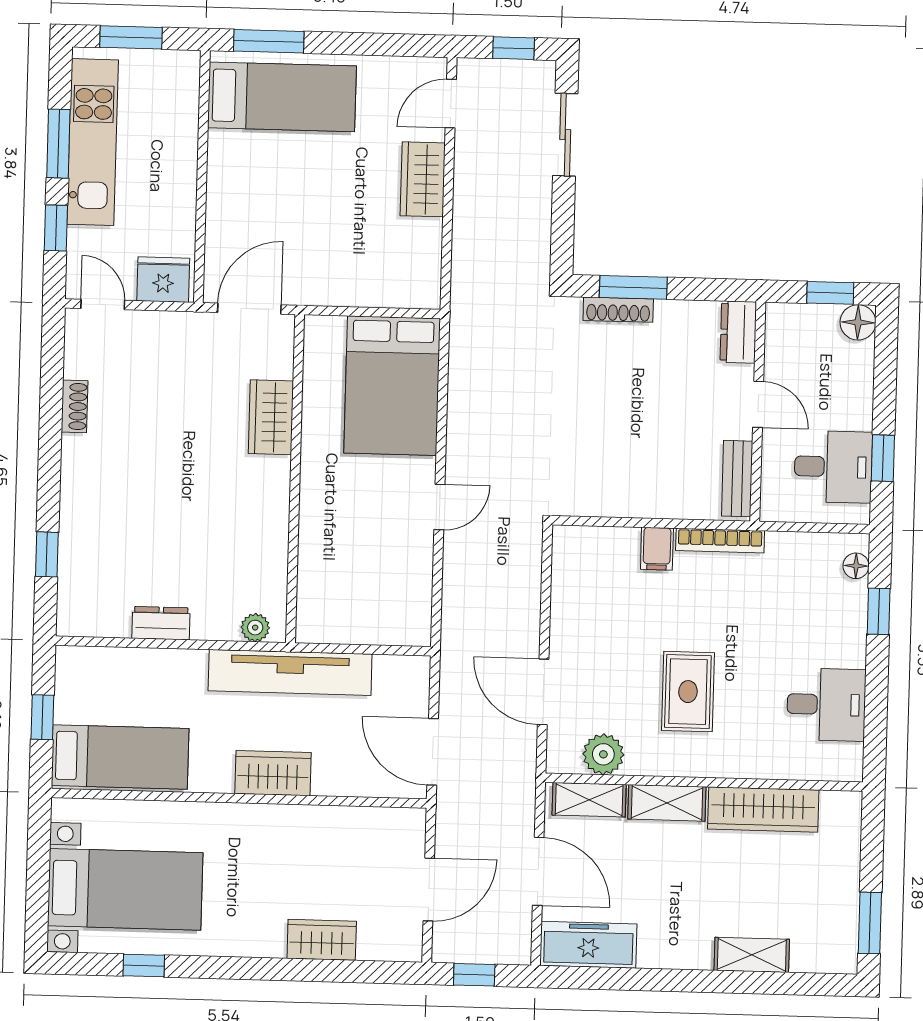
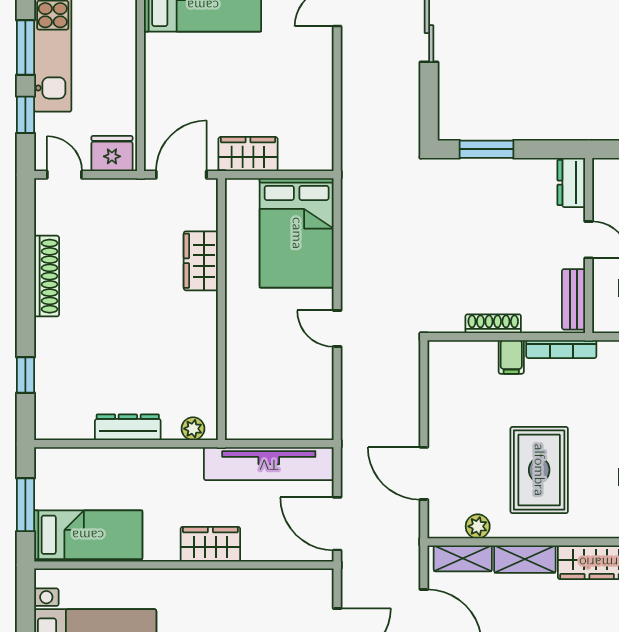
wardrobe: (423, 179) -> (248, 154), moved, turned 90
shoe rack: (618, 310) -> (493, 324), moved, turned 180
shoe rack: (75, 406) -> (47, 276), width x1.94, depth x1.24
door: (439, 507) -> (337, 329), swing flipped
dresser: (161, 623) -> (128, 427), width x1.44
tv unit: (290, 672) -> (269, 464), moved
rug: (688, 692) -> (539, 470), width x1.36, depth x1.43
window: (42, 717) -> (25, 505), width x1.50
plant: (603, 754) -> (478, 526), width x0.73, depth x0.73

